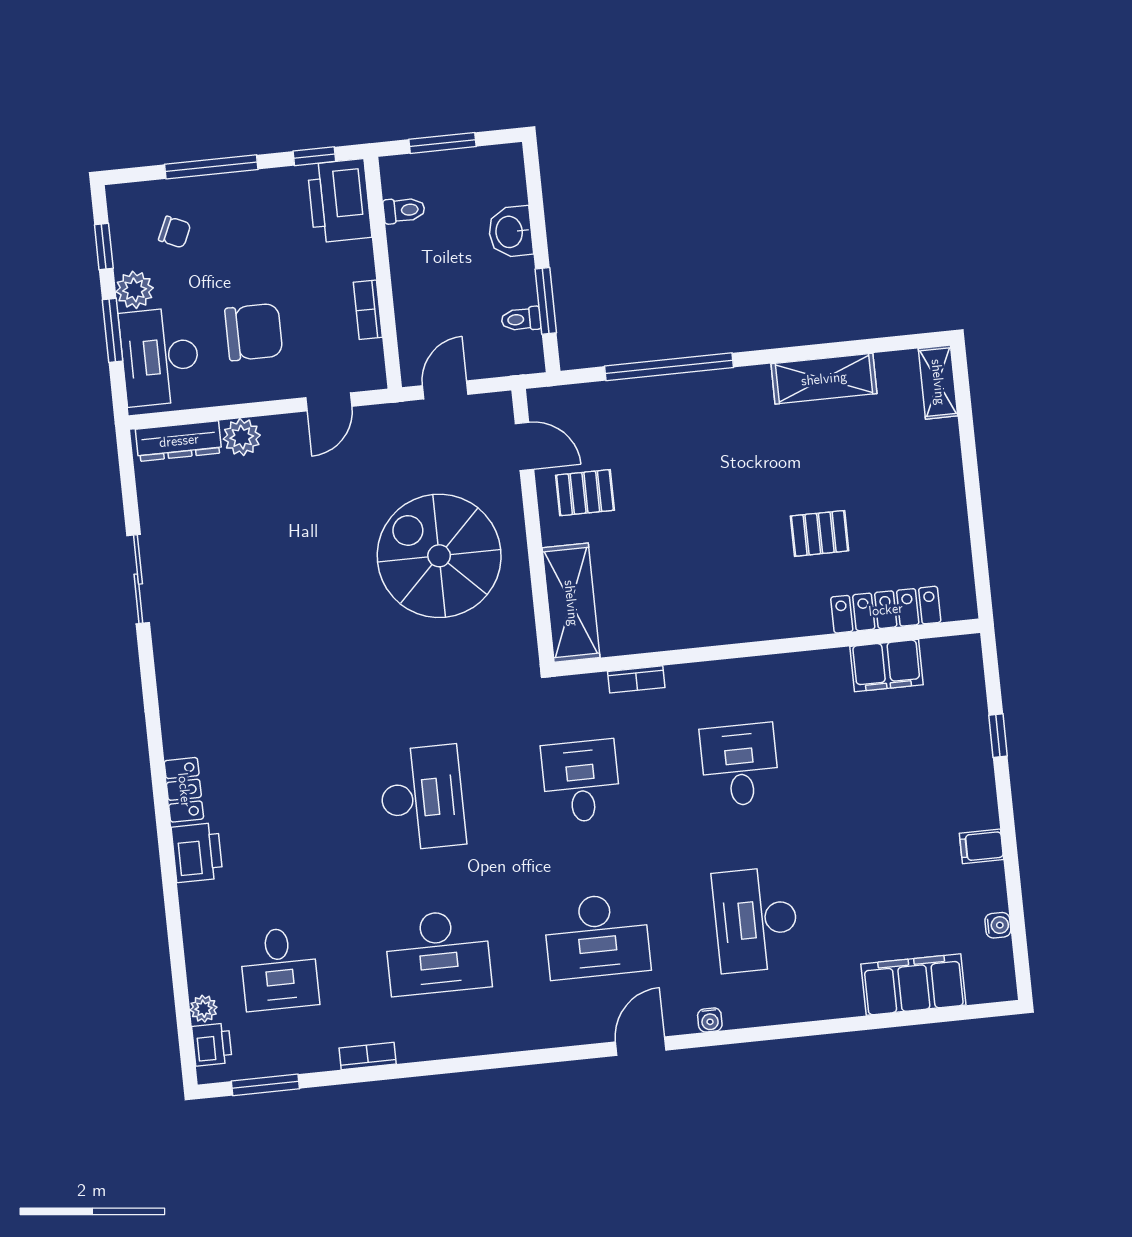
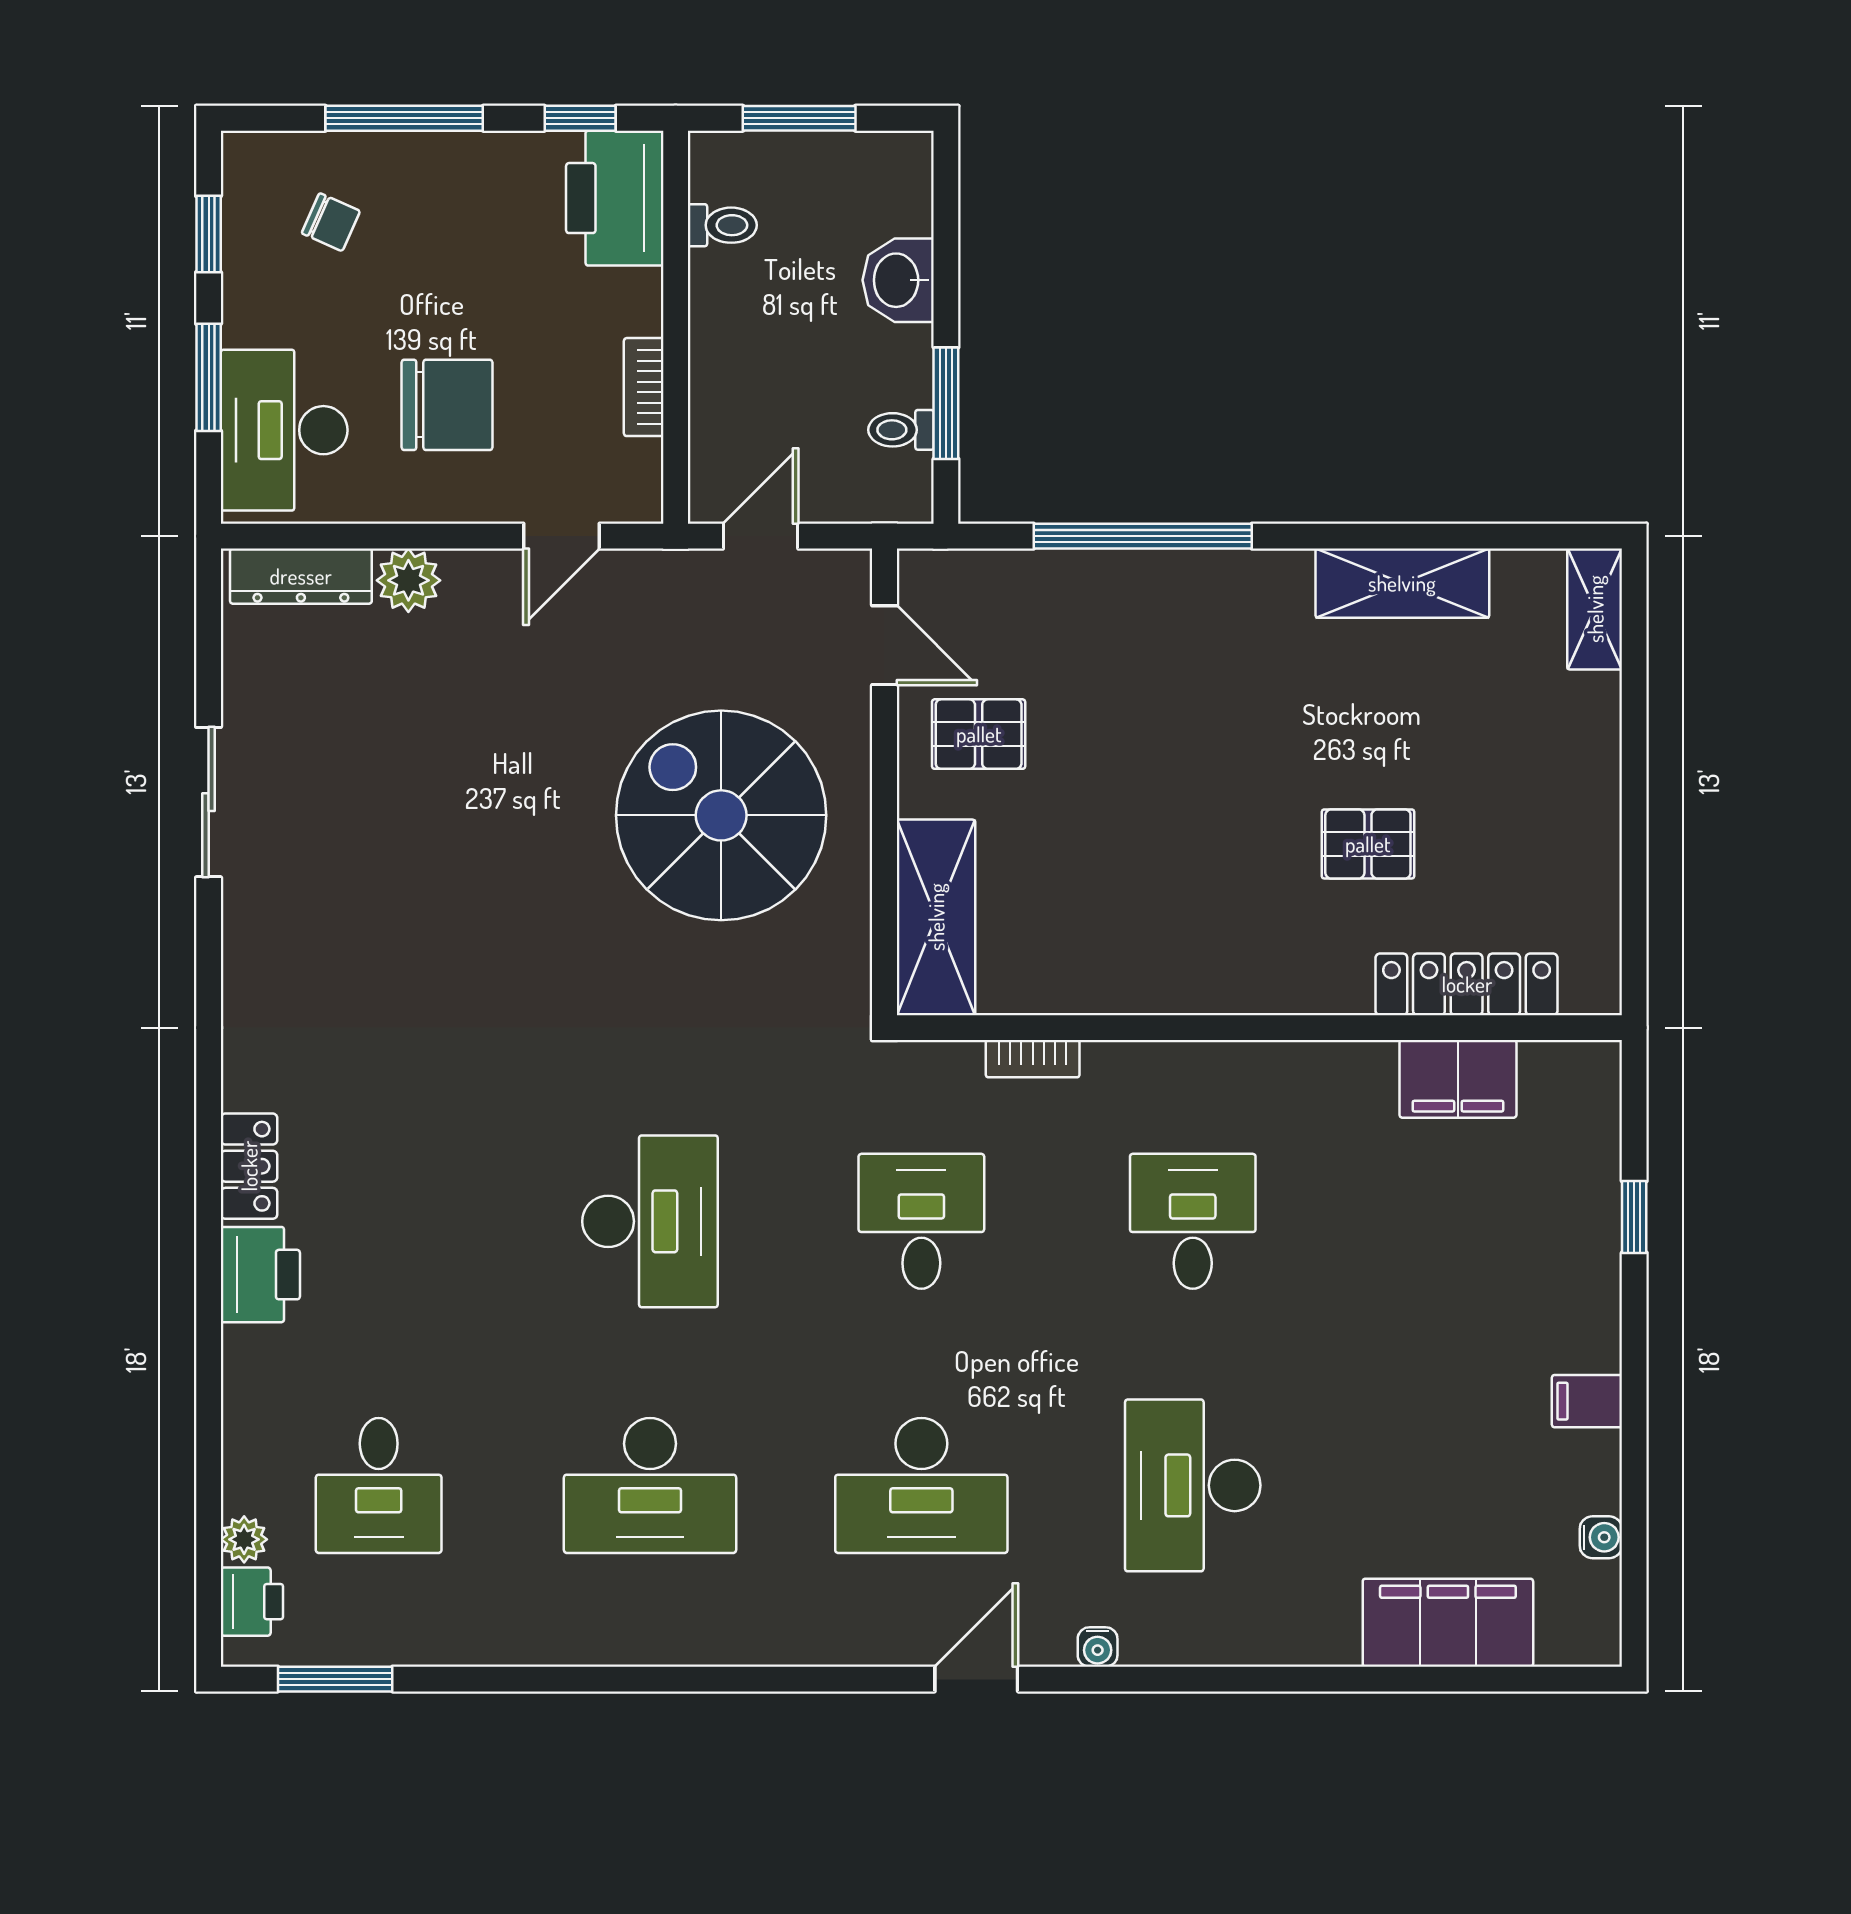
plant: (135, 290) -> (253, 313), removed
bookcase: (368, 1056) -> (513, 1648), removed

